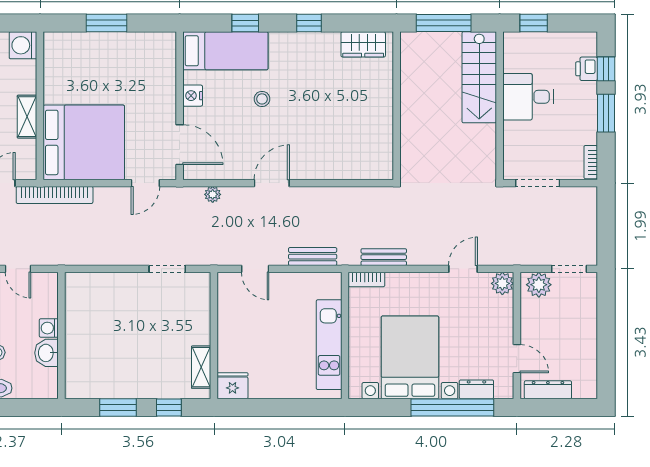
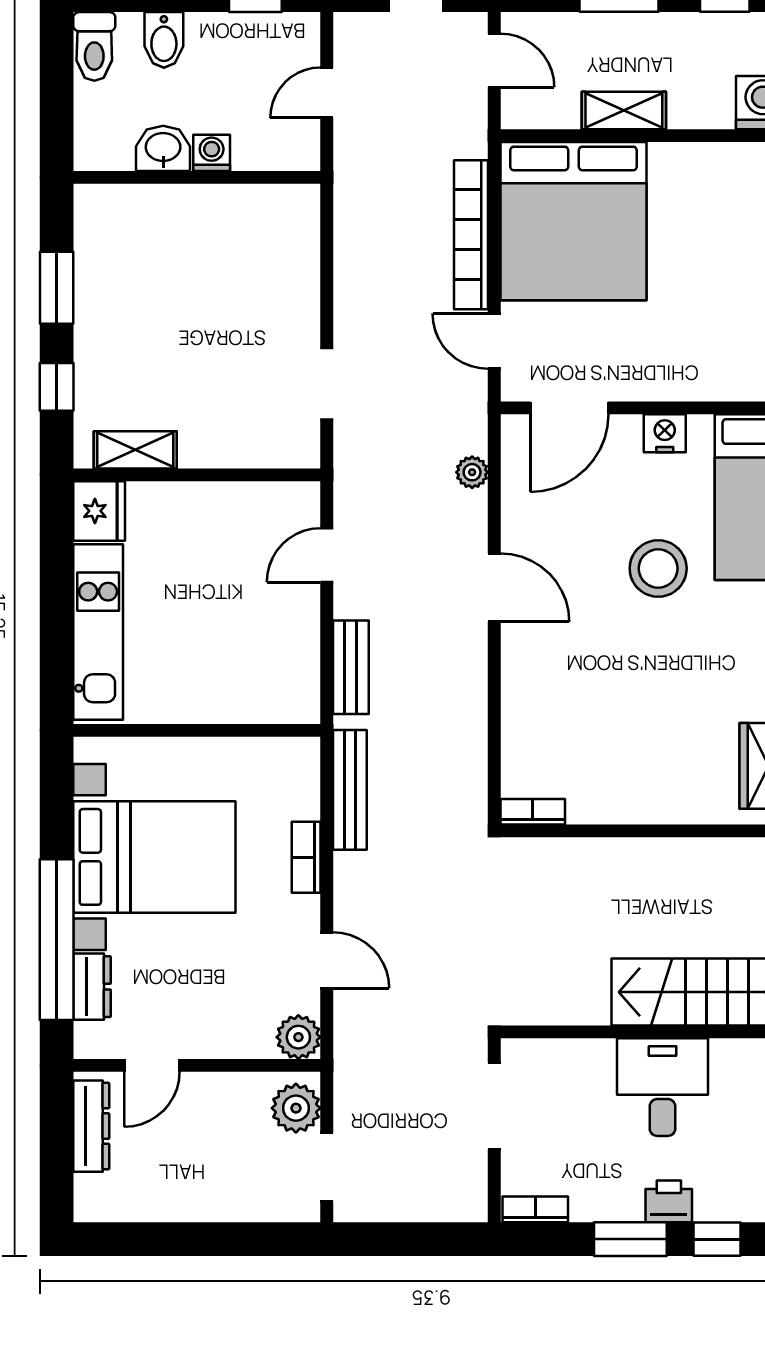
printer: (587, 69) -> (669, 1201), moved
stool: (262, 99) -> (658, 568), width x1.89, depth x1.89
bookcase: (387, 163) -> (533, 812), added
bookcase: (55, 195) -> (471, 235), moved
bench: (384, 257) -> (350, 790), width x1.36
bookcase: (366, 279) -> (306, 857), moved
kitchen unit: (329, 345) -> (98, 632), moved, turned 90

